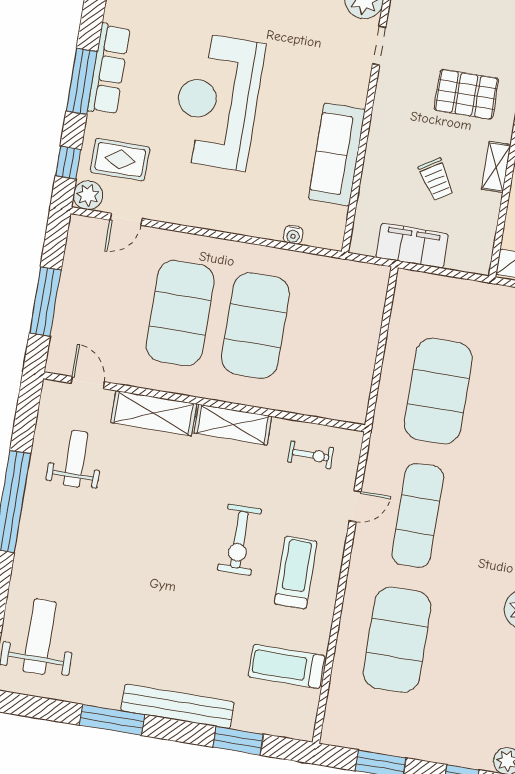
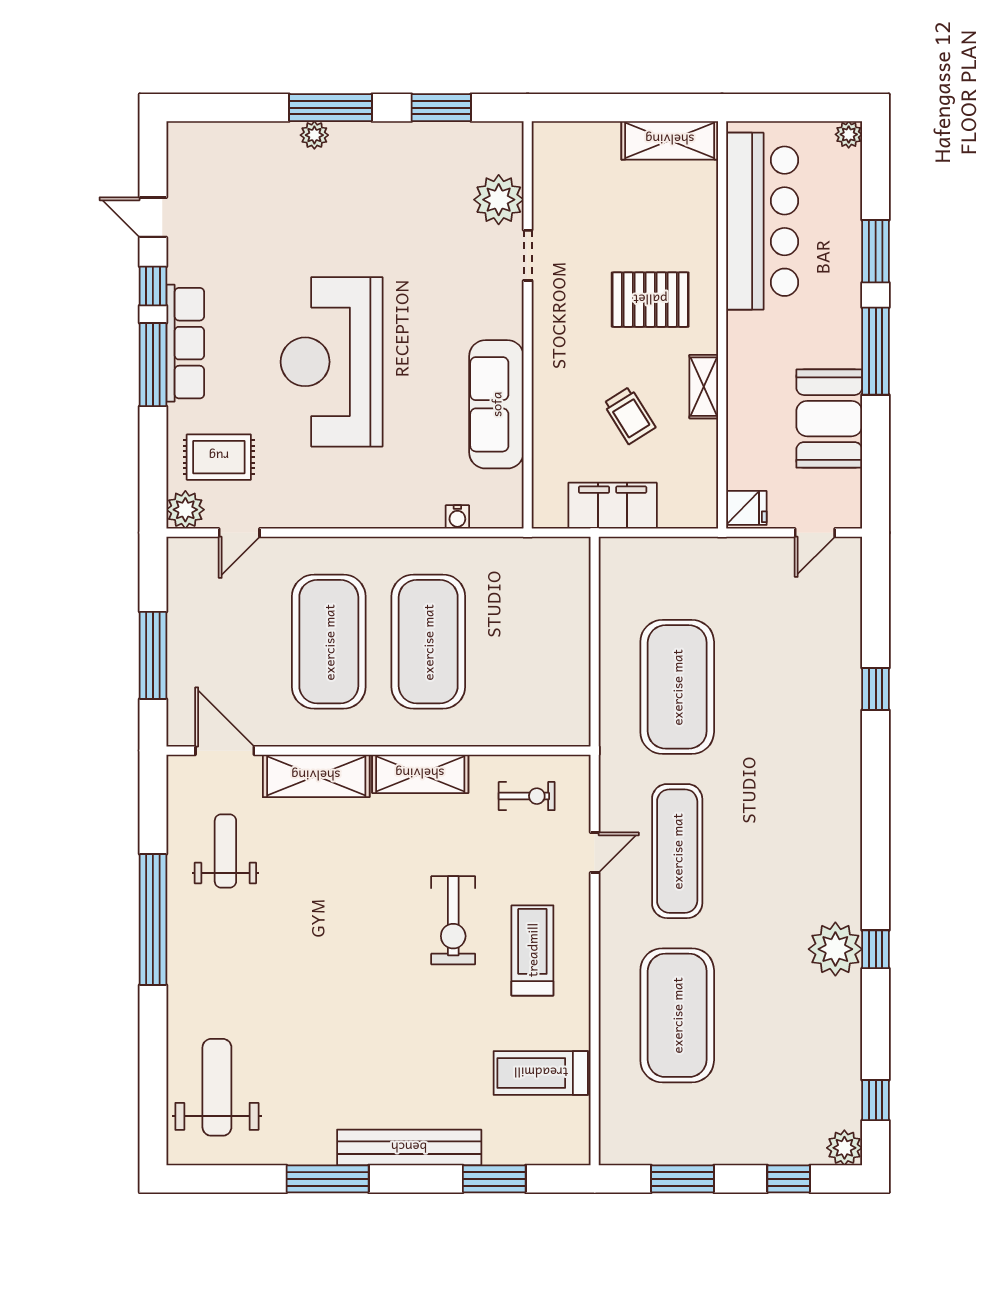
window: (68, 163) -> (153, 286), moved
door: (88, 383) -> (225, 751), width x1.38

